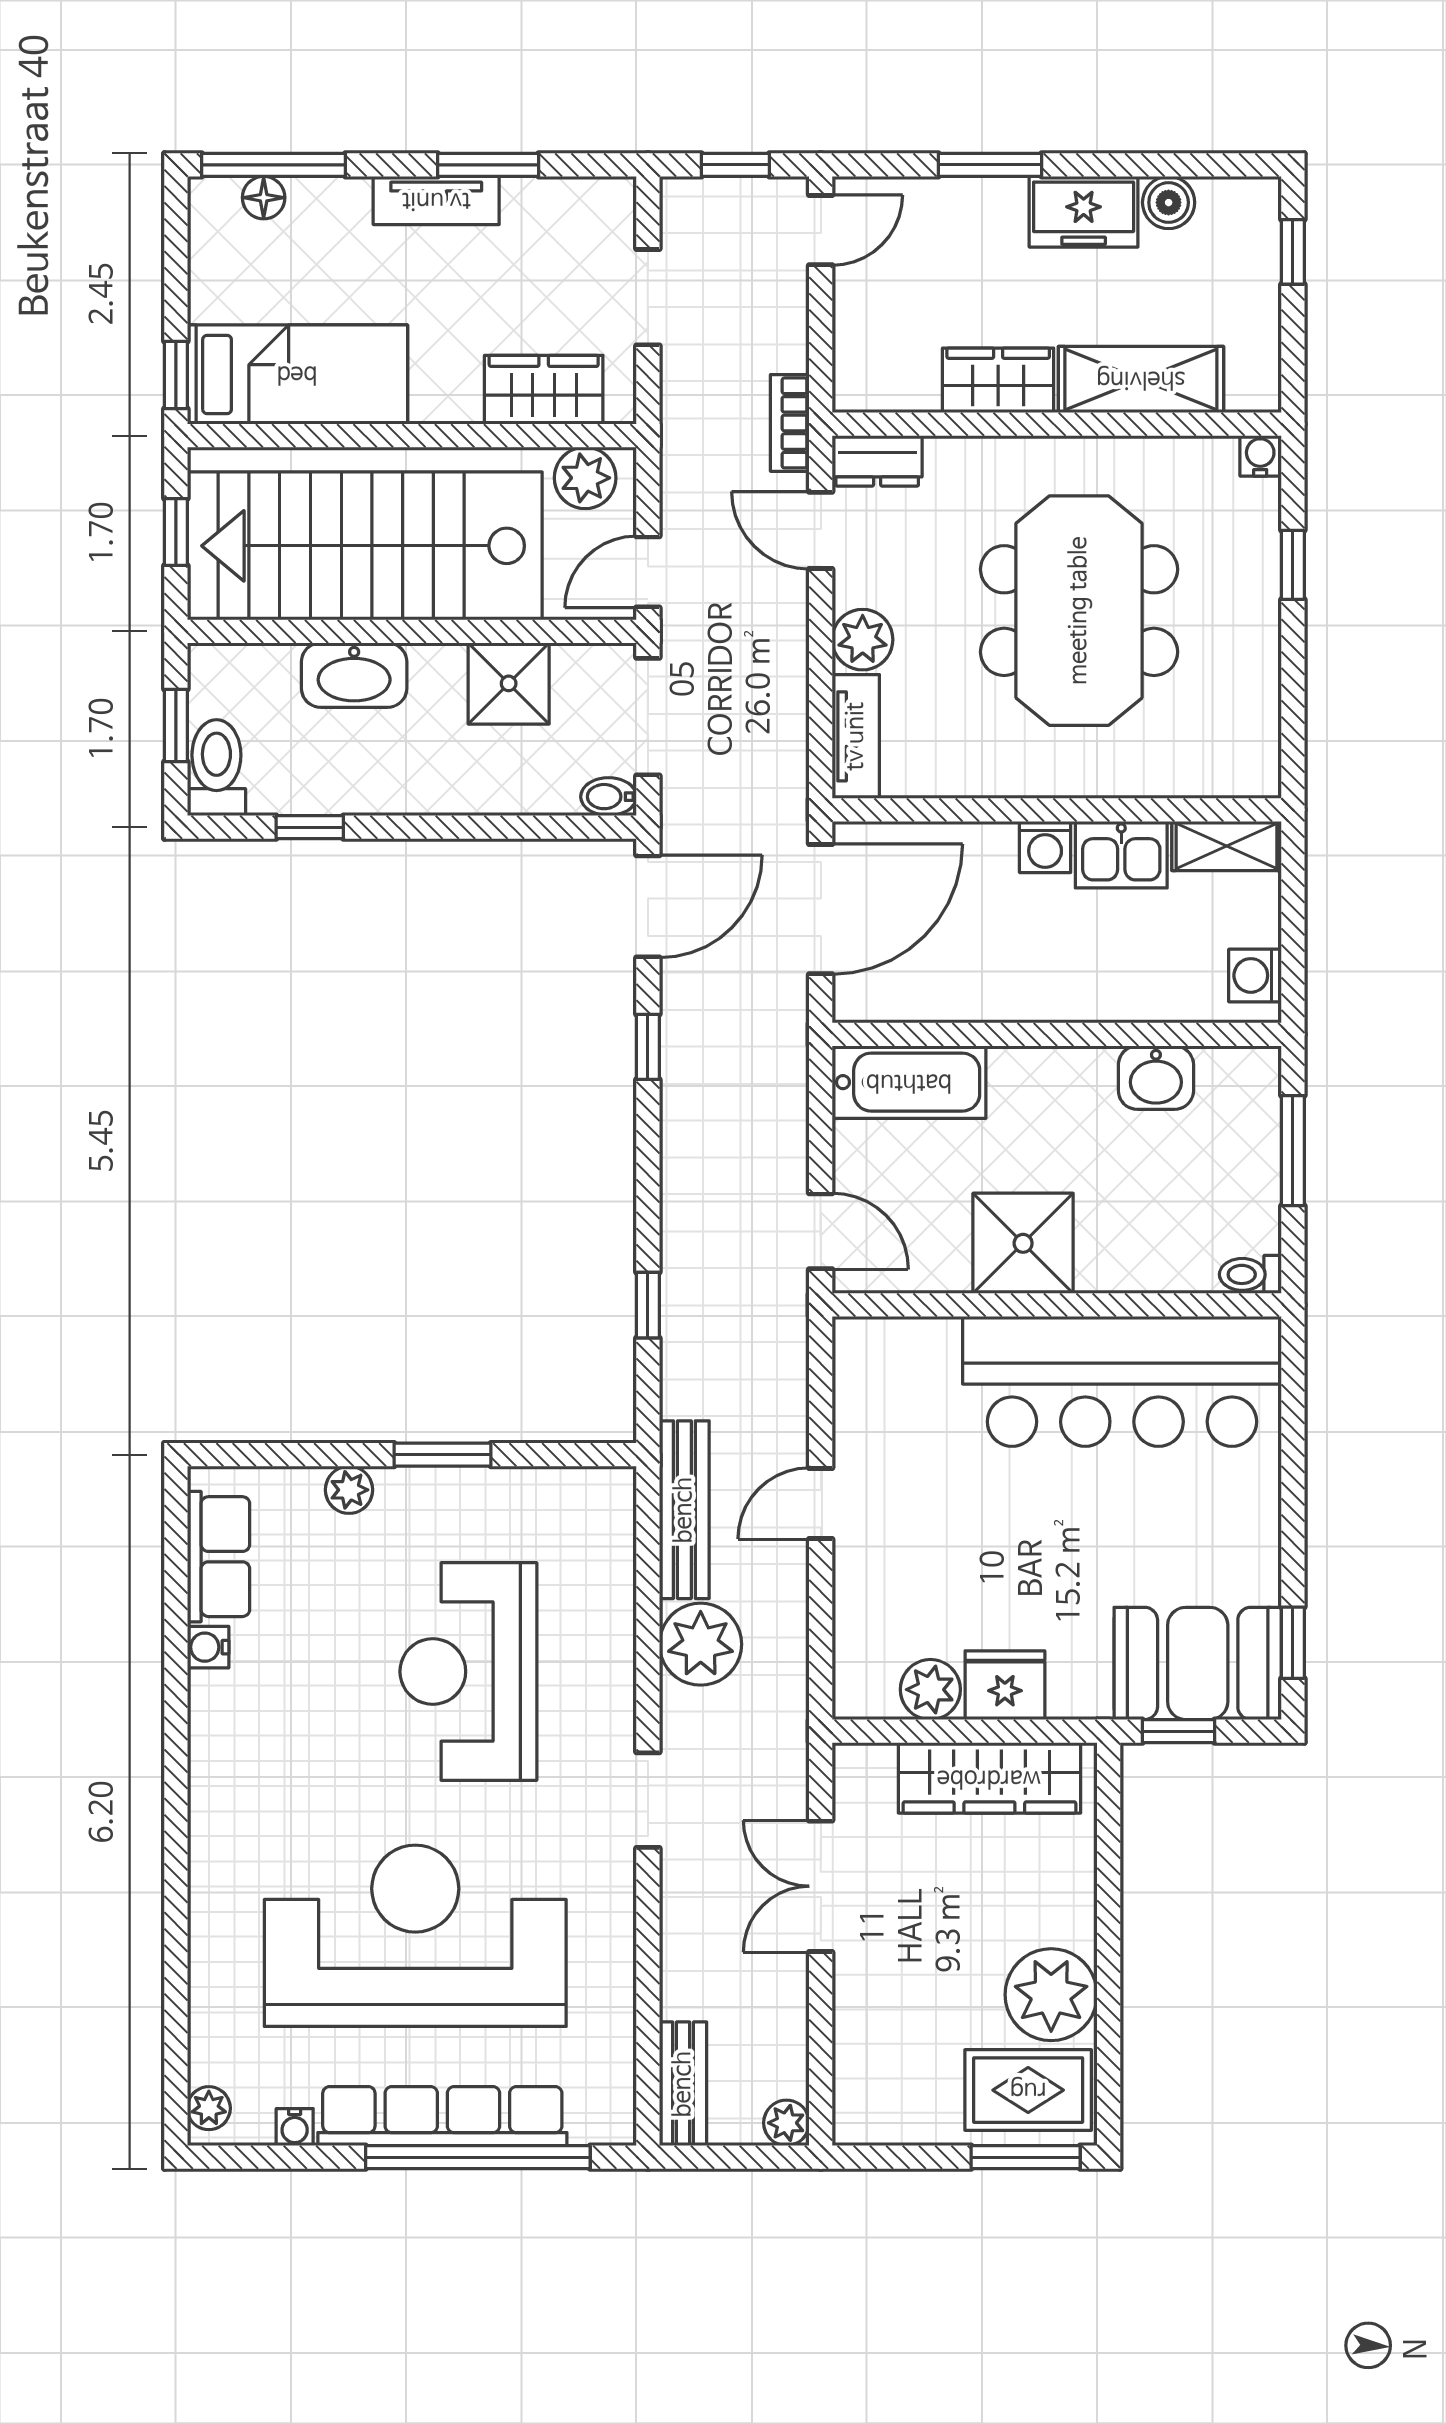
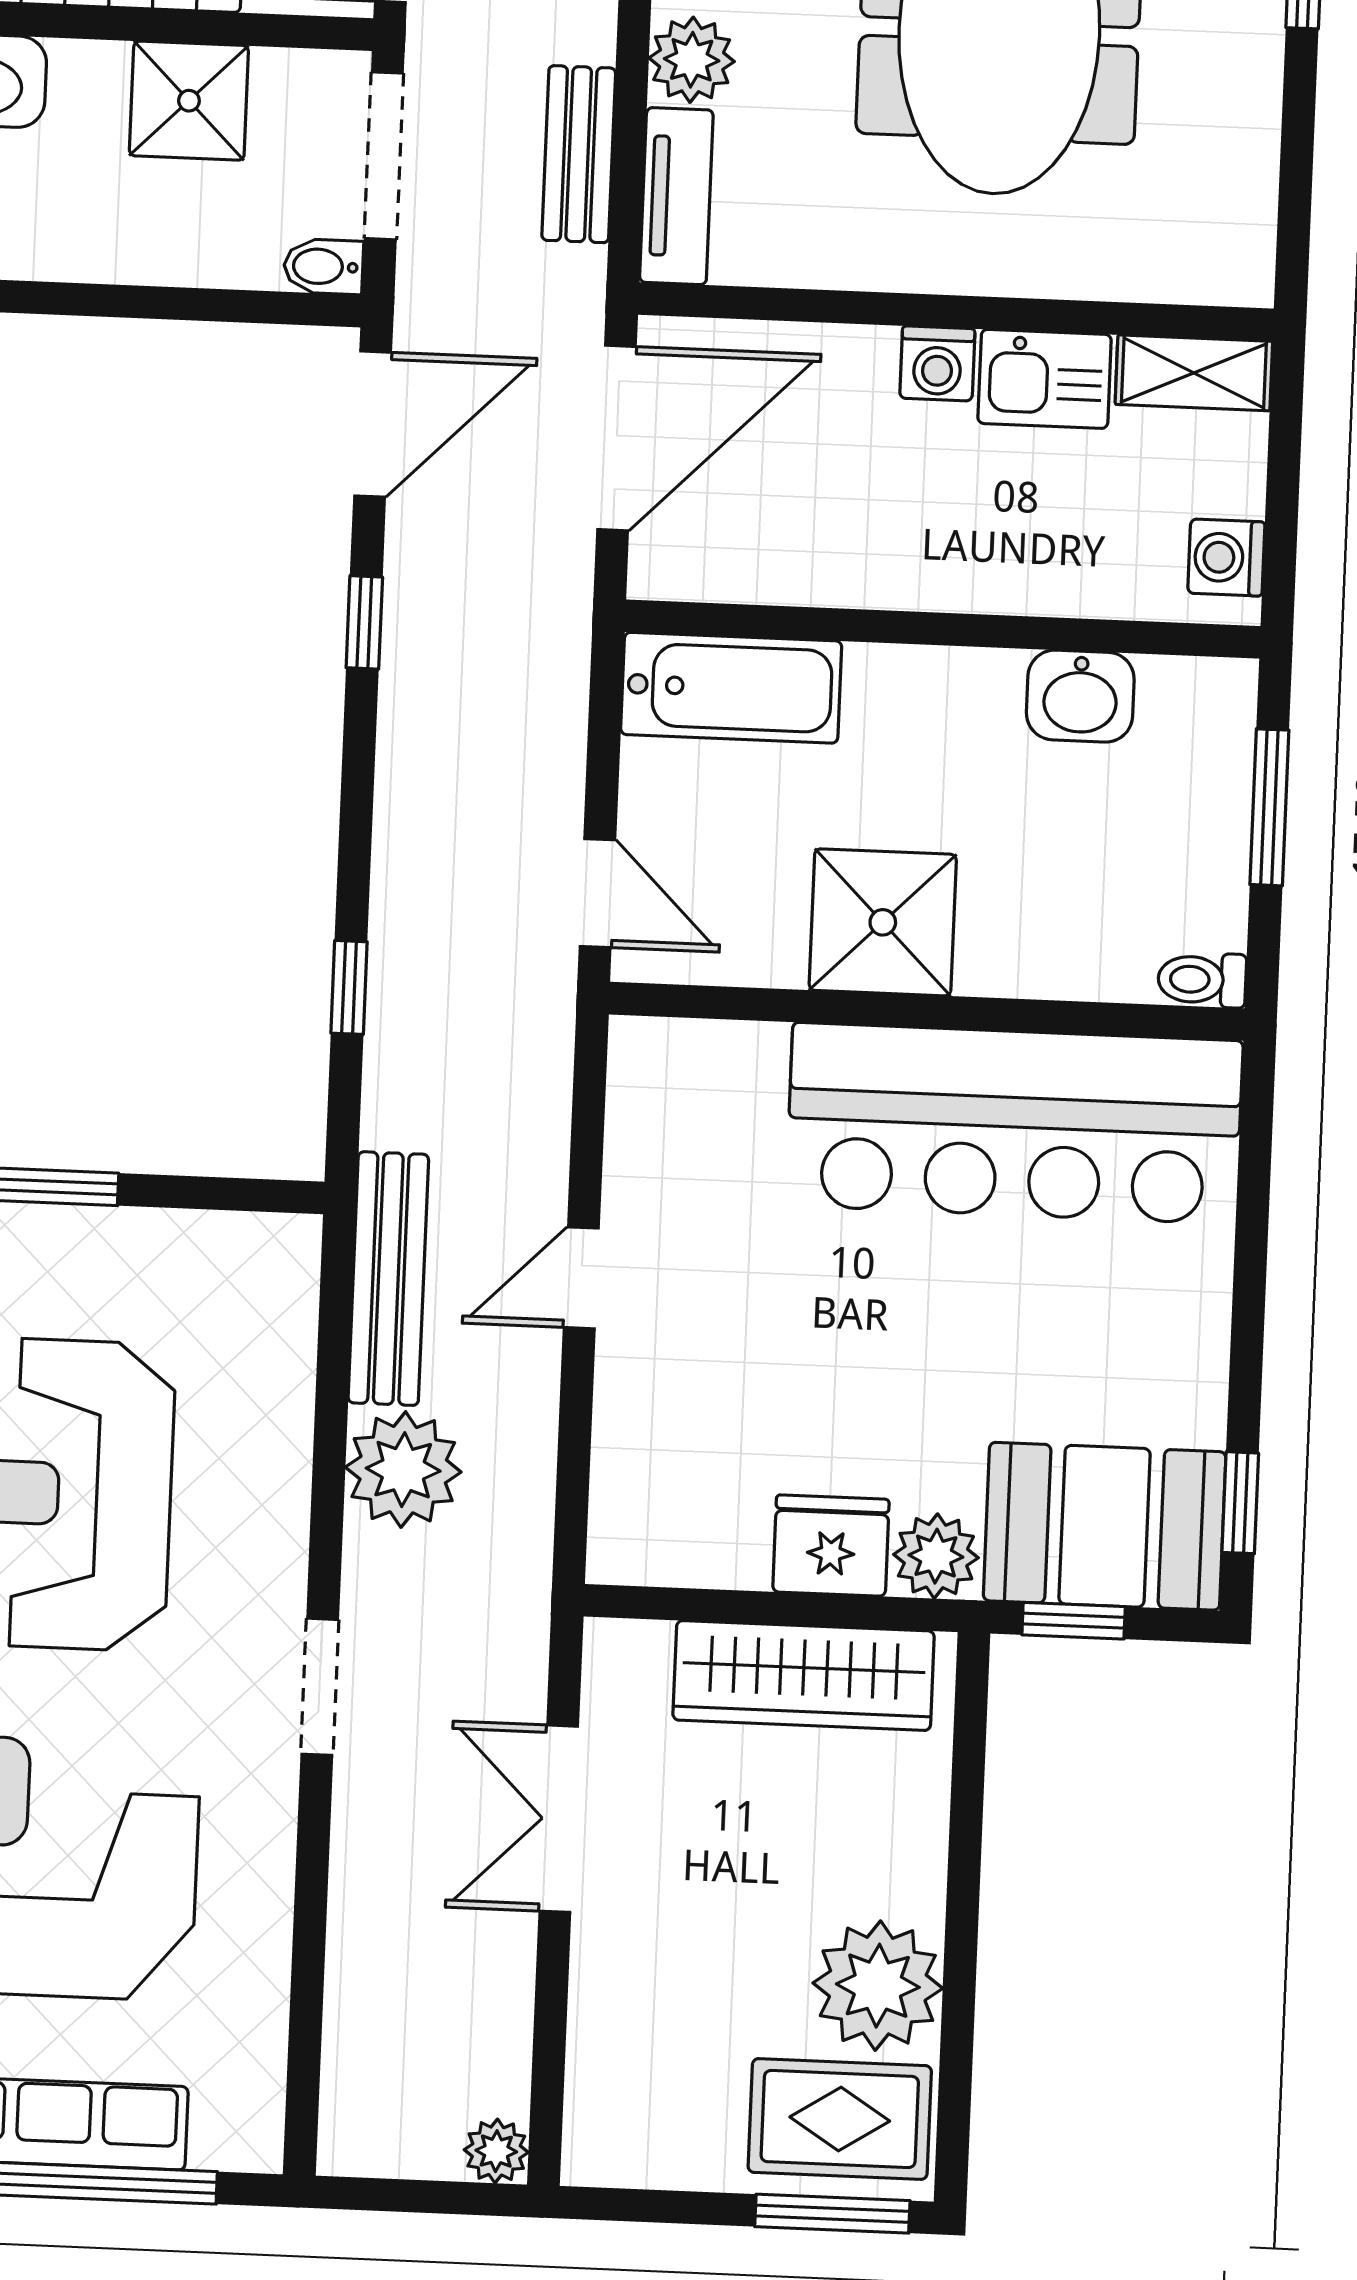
plant: (930, 1690) -> (936, 1556), moved
bench: (683, 2084) -> (579, 154), moved

